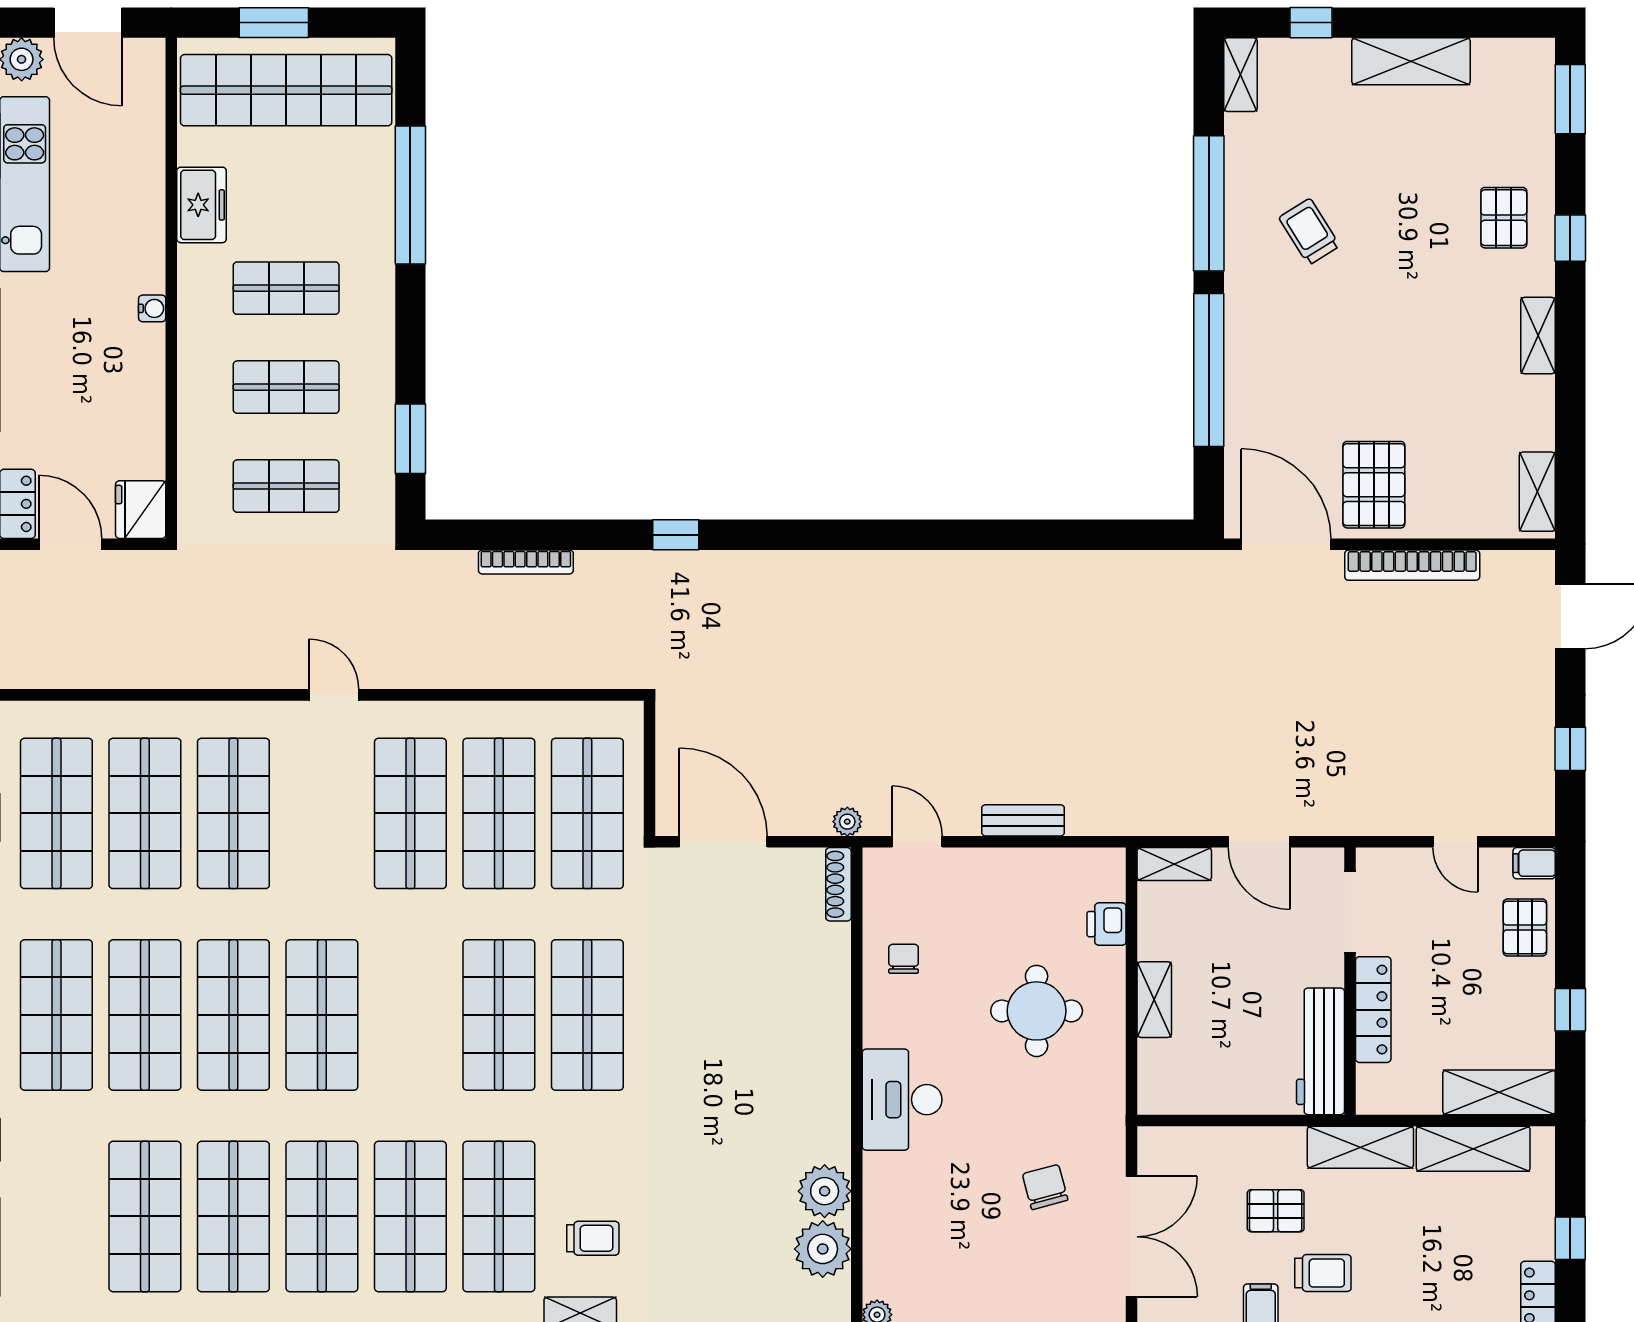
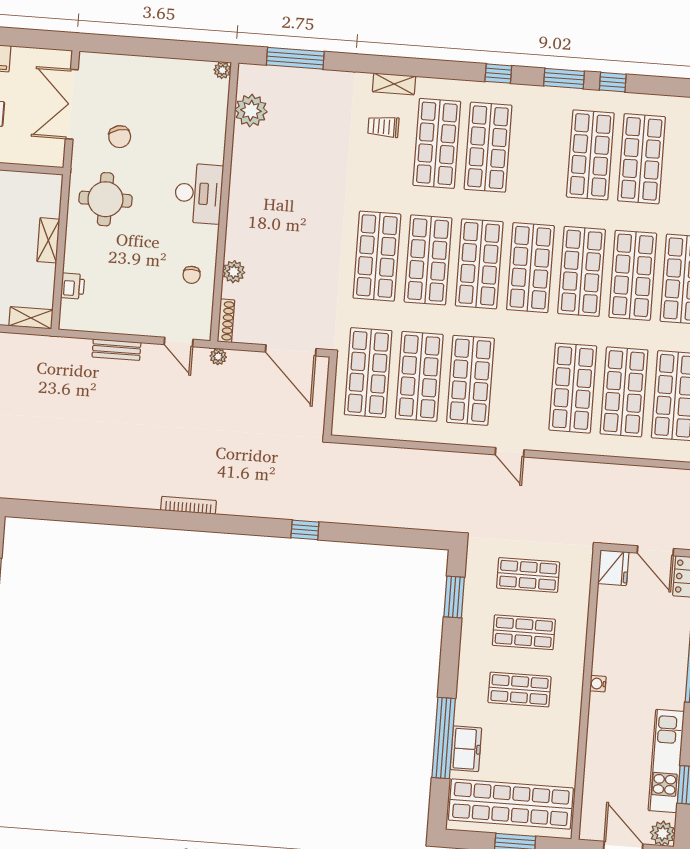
freezer: (202, 205) -> (466, 749), moved, turned 180
bookcase: (526, 562) -> (188, 505), moved
round table: (1037, 1011) -> (105, 199), moved
plant: (825, 1191) -> (234, 272), moved, width x0.73, depth x0.73
shop shelf: (322, 1216) -> (479, 264), moved

